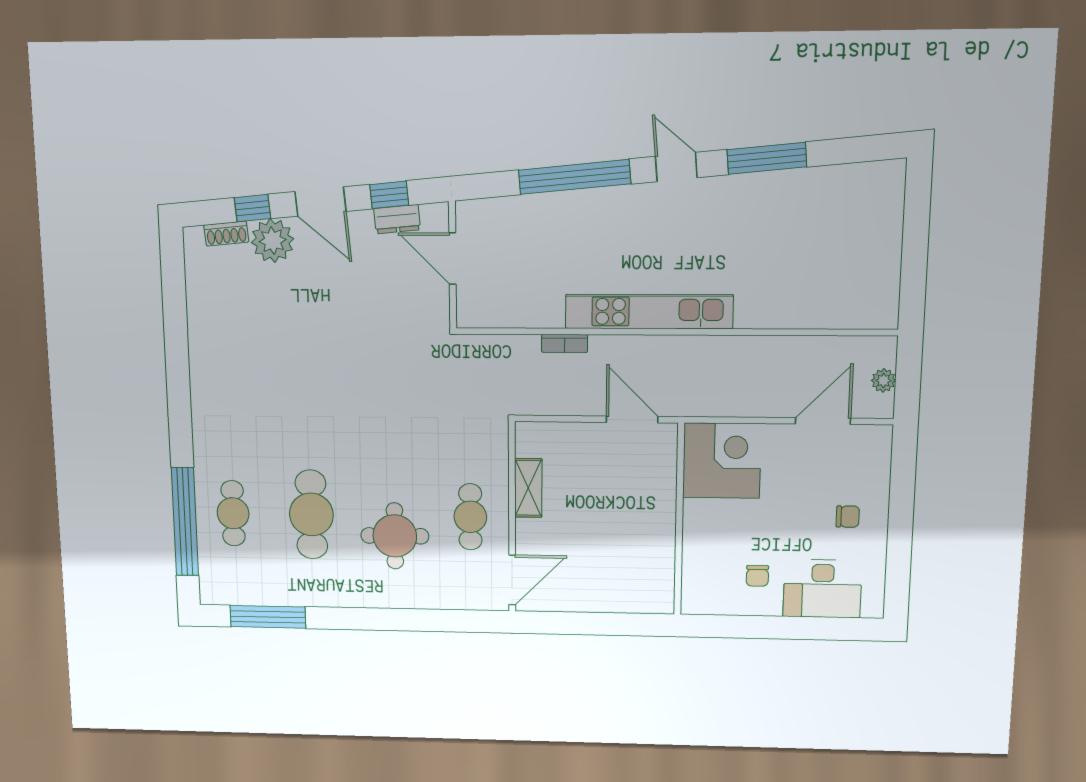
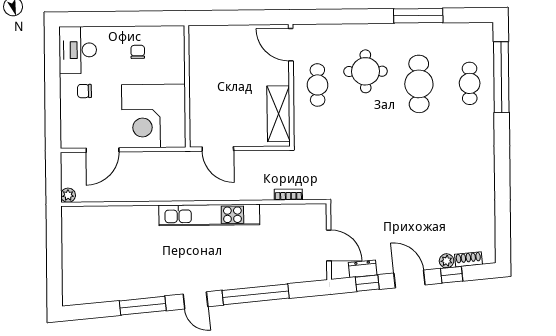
plant: (273, 241) -> (447, 261), width x0.53, depth x0.53
bookcase: (565, 343) -> (288, 195), moved
plant: (883, 380) -> (68, 195), moved
corner desk: (722, 461) -> (154, 116), width x1.36, depth x1.36
shelving: (528, 488) -> (279, 114), width x1.50, depth x1.33
door: (512, 580) -> (291, 45), hinge flipped
desk: (822, 589) -> (78, 50), moved, turned -90
window: (268, 617) -> (418, 16), moved

